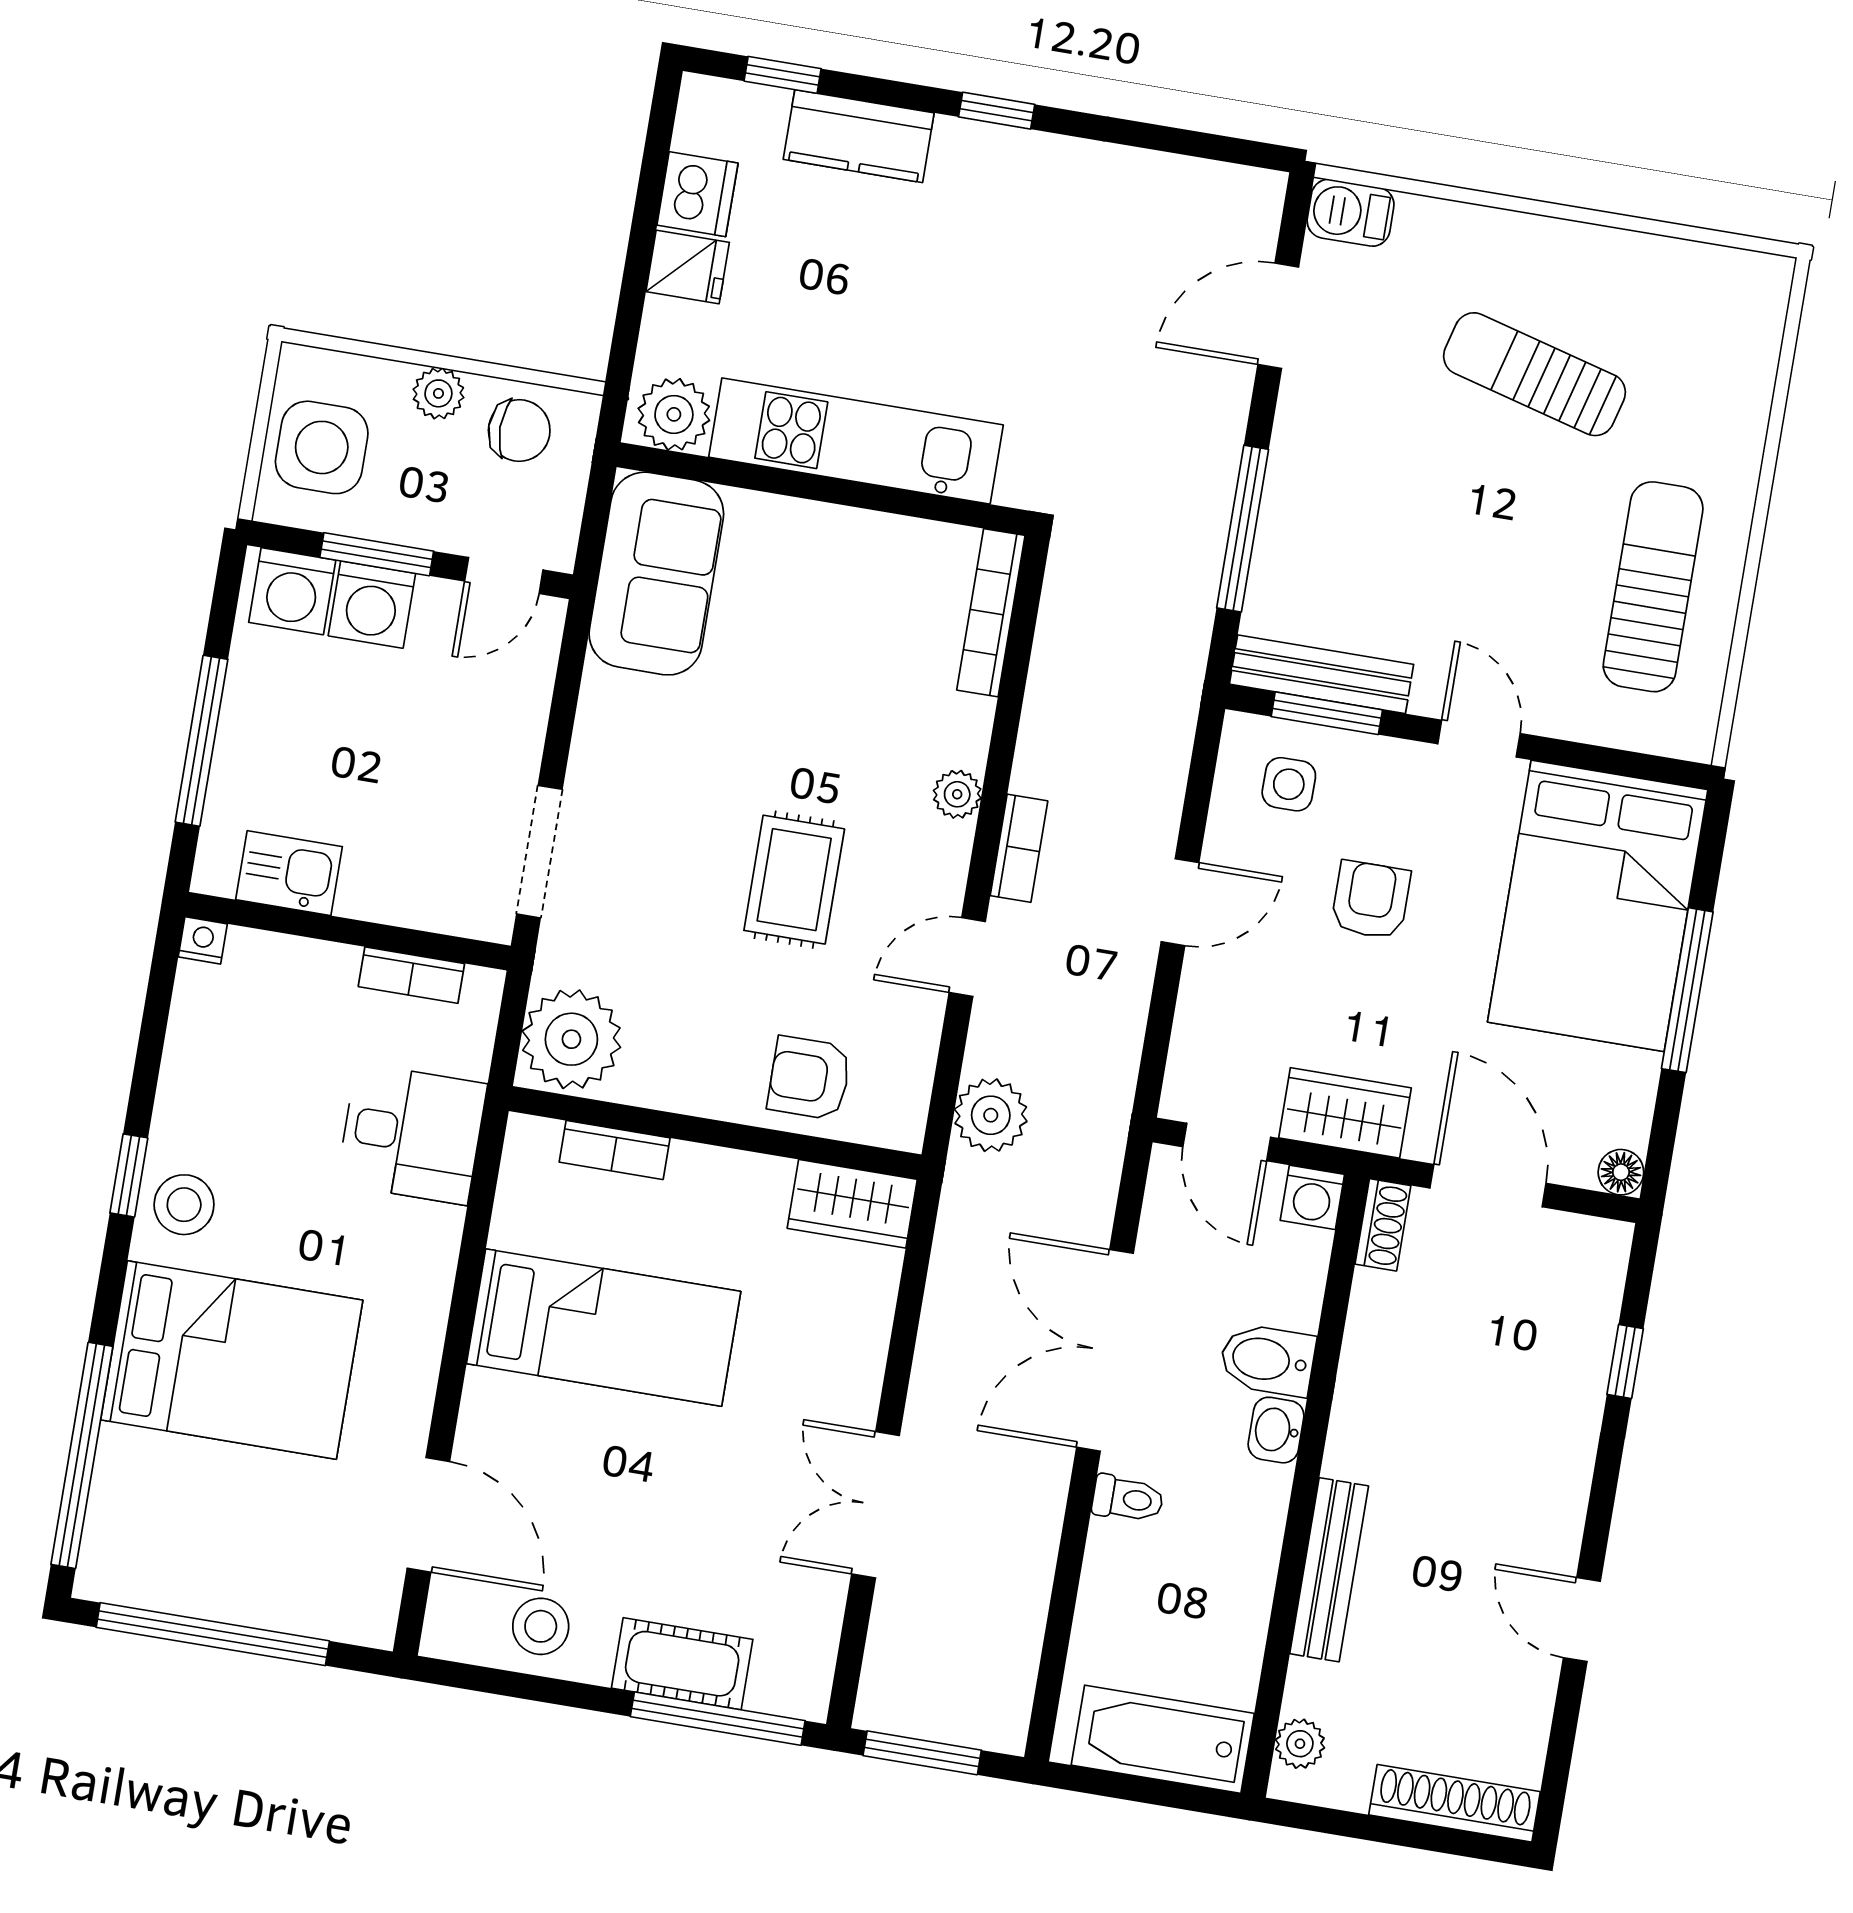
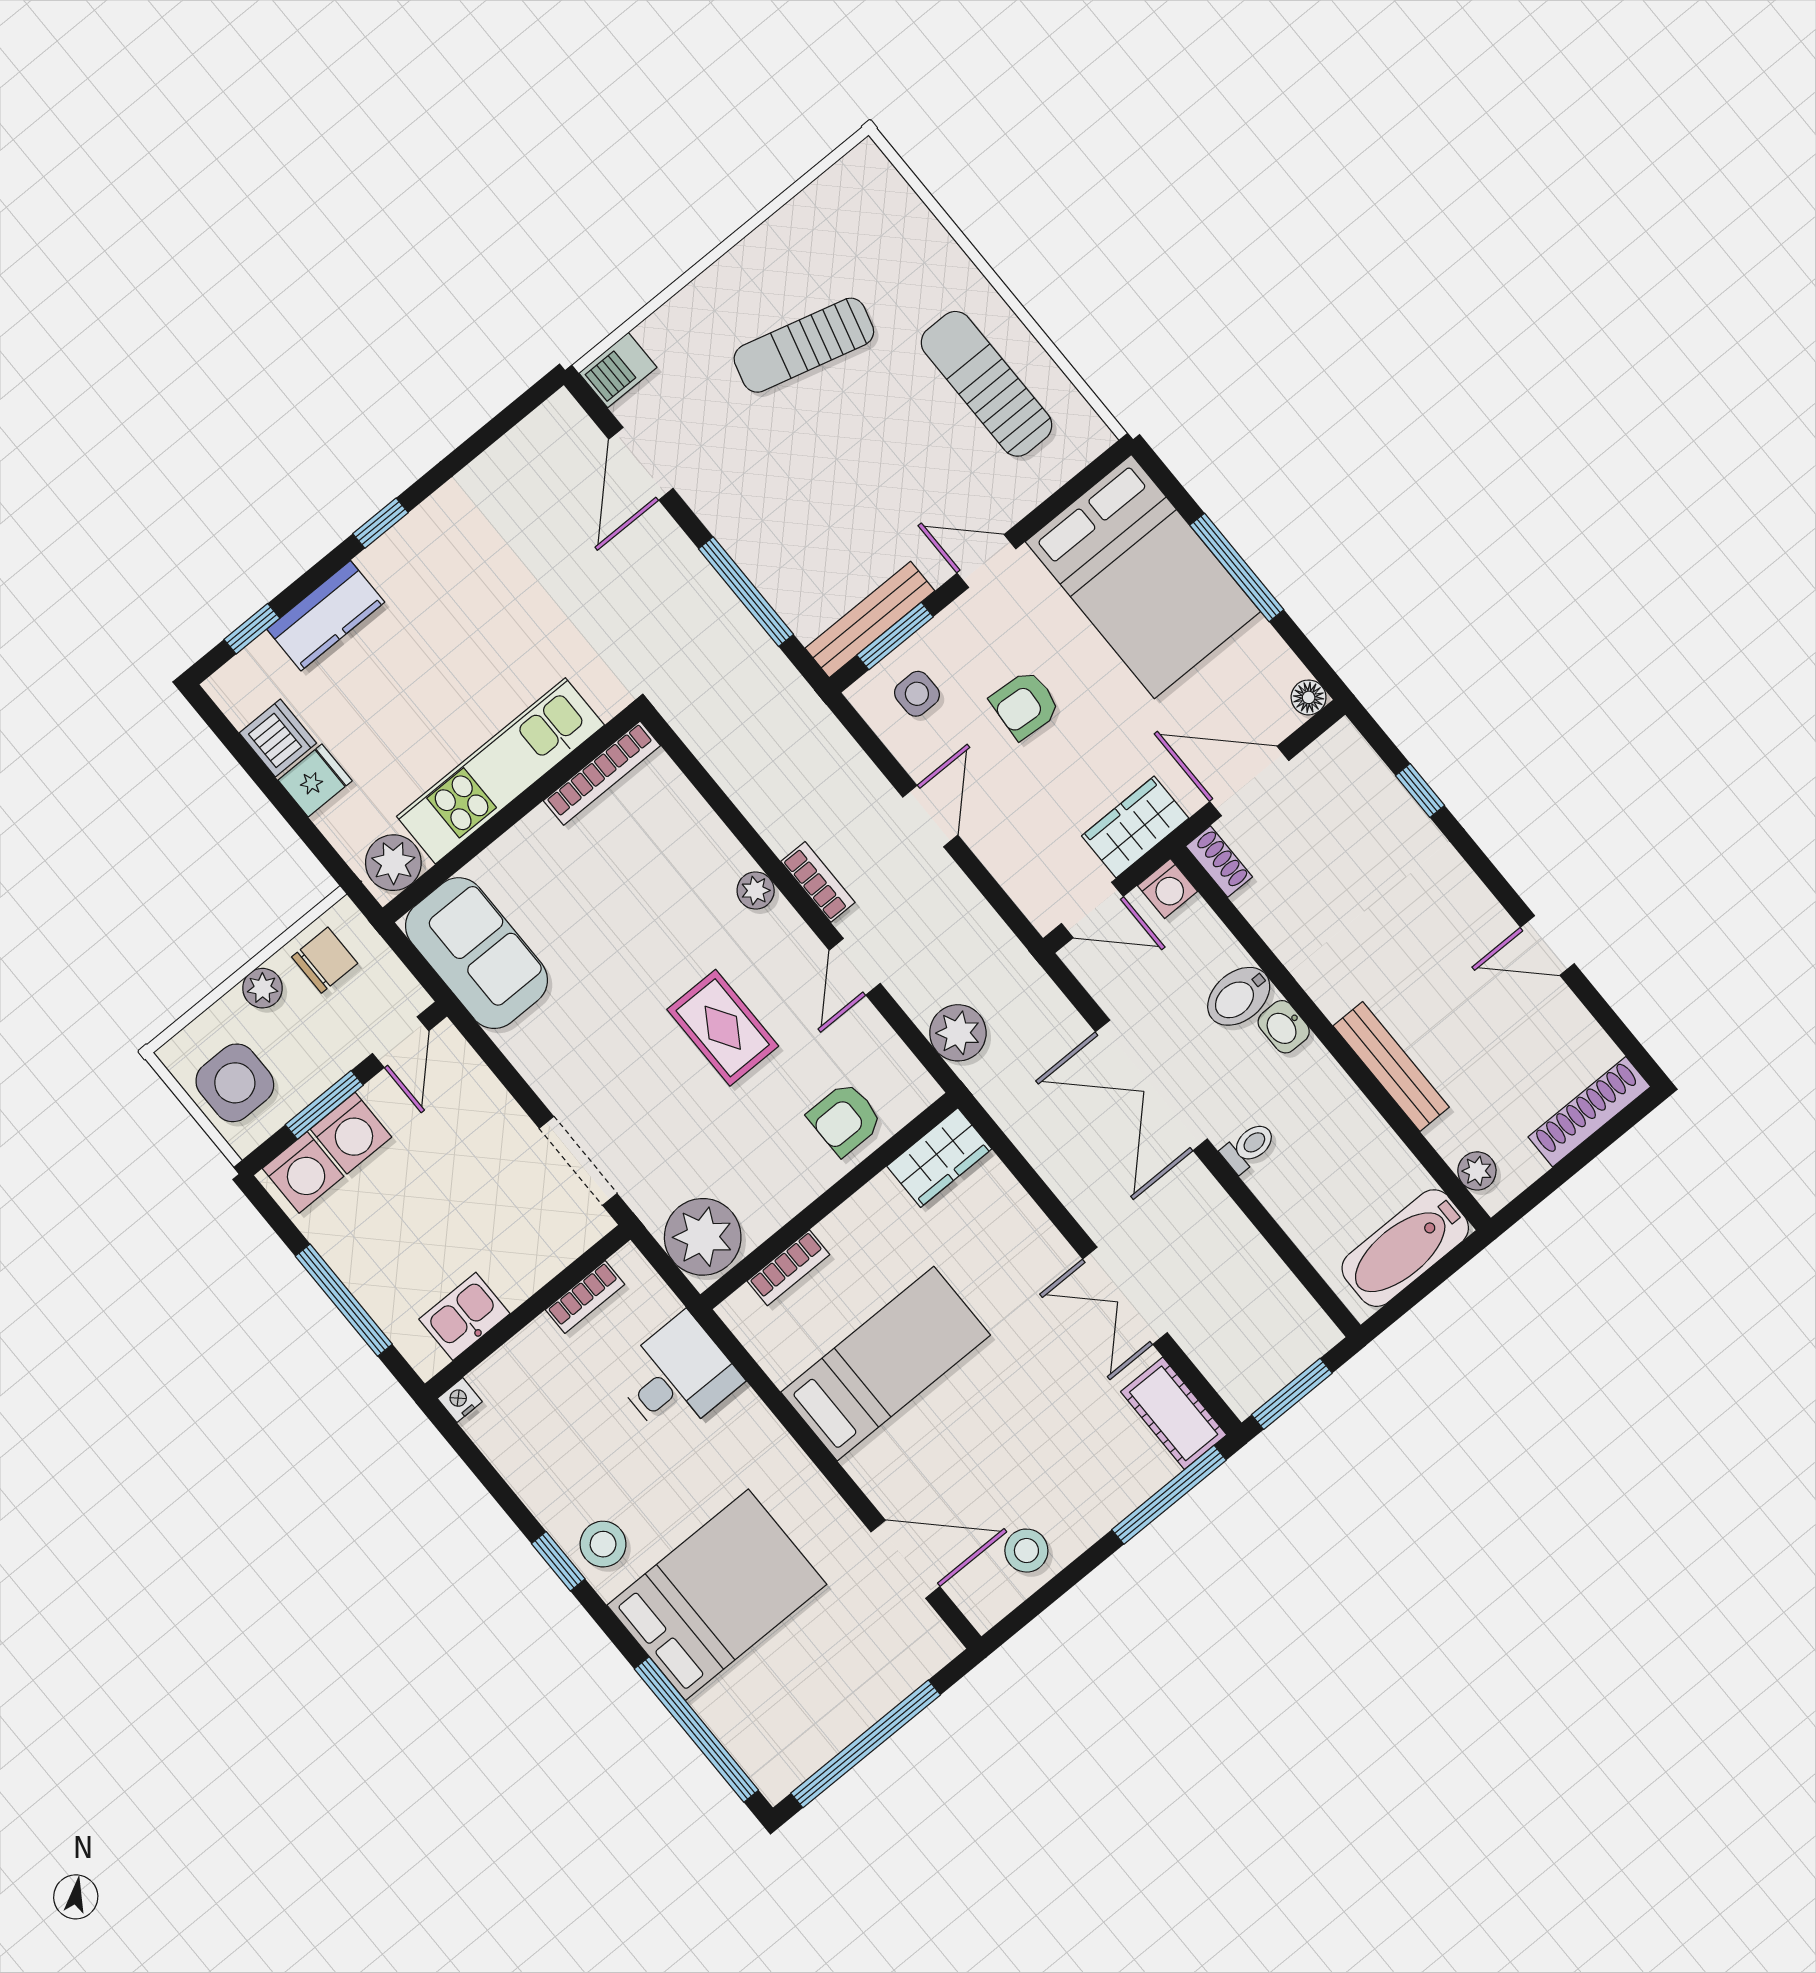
bookcase: (991, 613) -> (602, 773), moved, turned -90
armchair: (1371, 900) -> (1025, 705), turned -86
cot: (682, 1664) -> (1174, 1413), moved, turned 90

